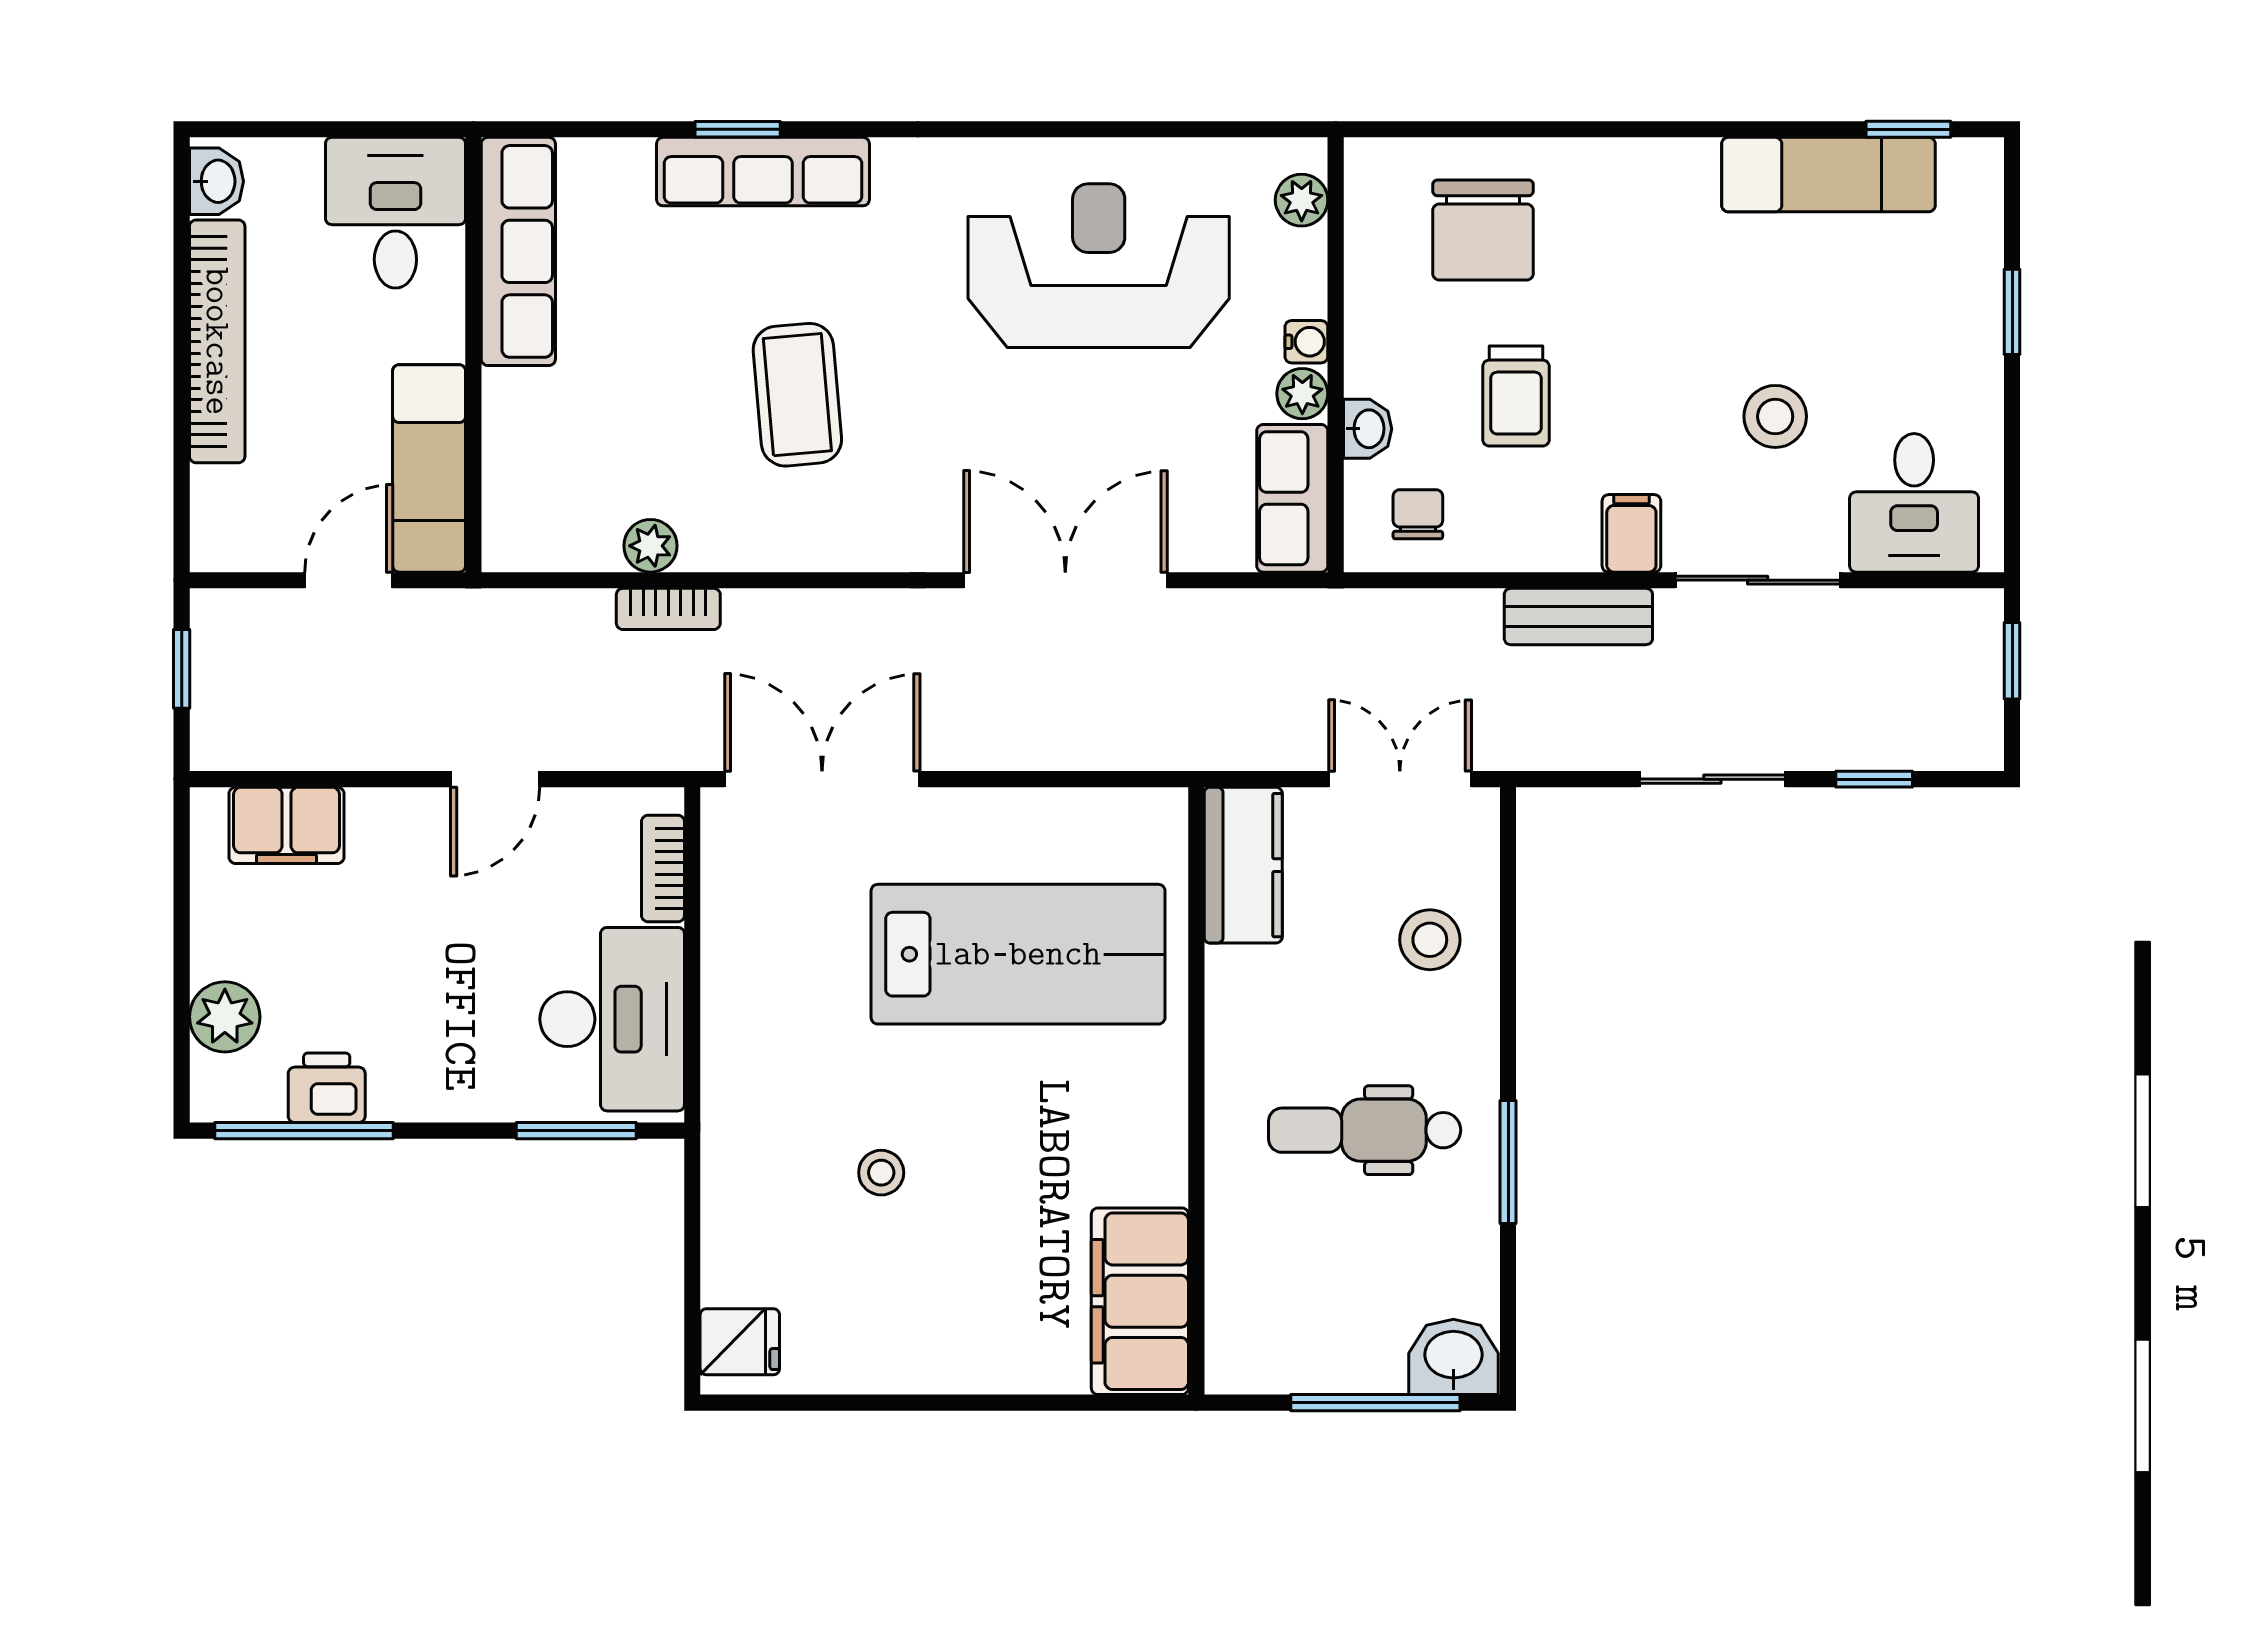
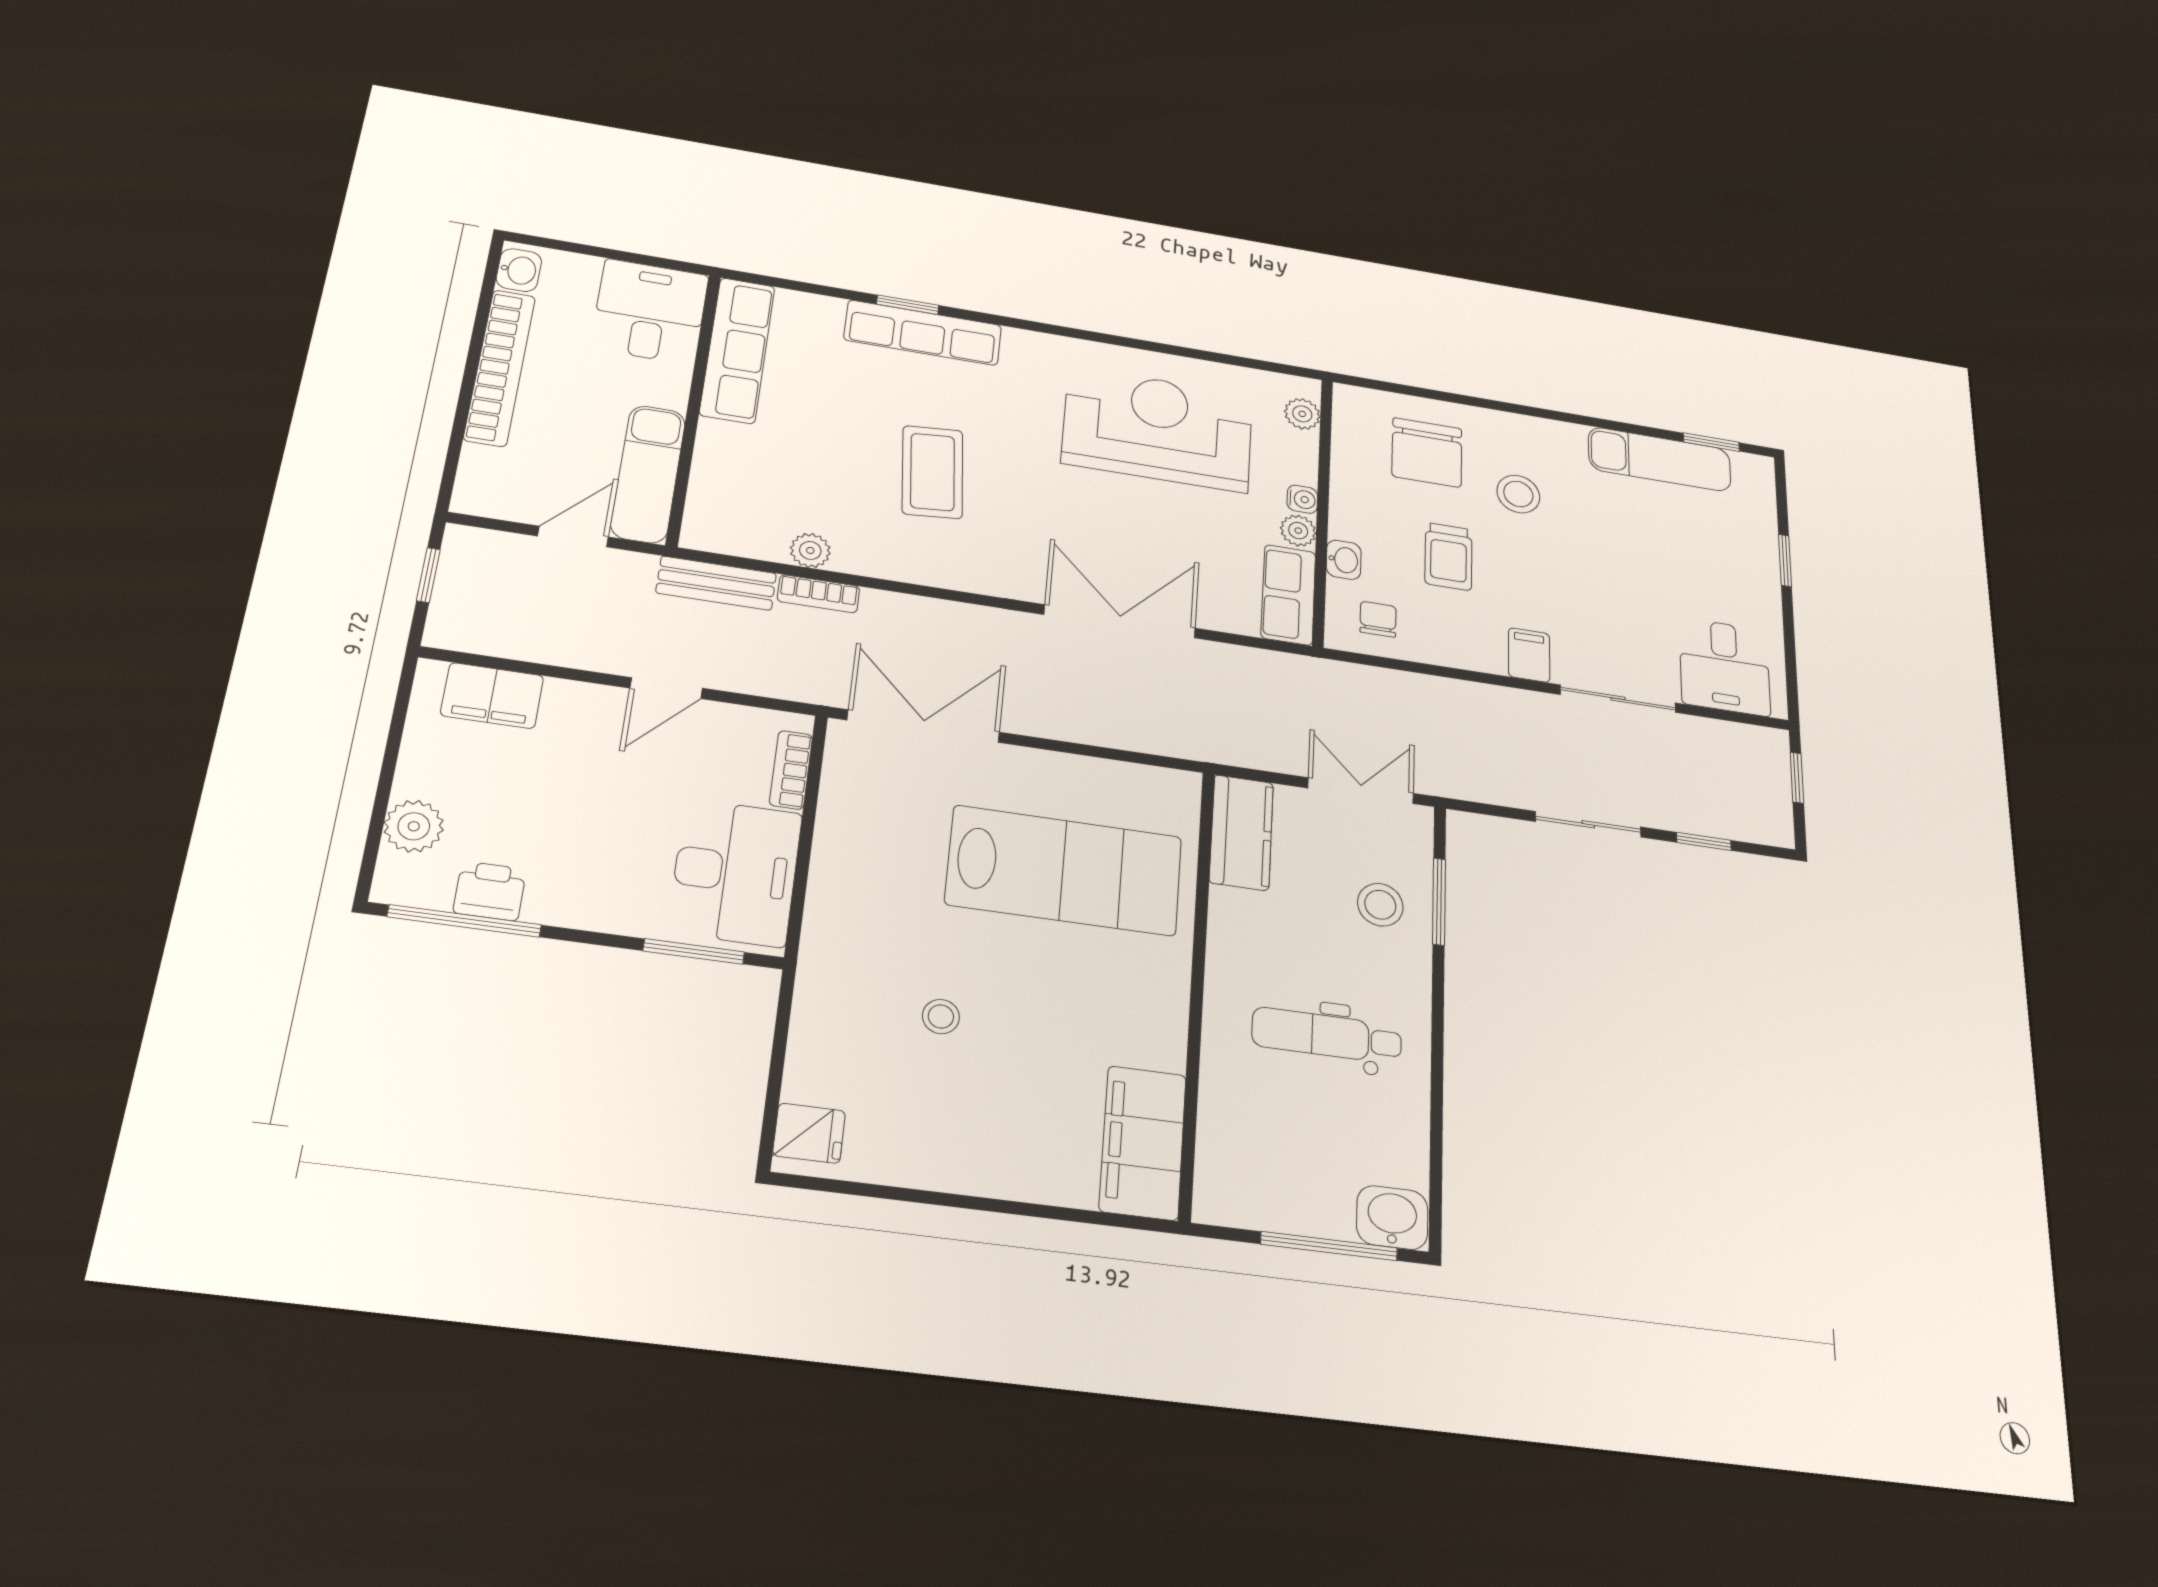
stool: (1775, 416) -> (1518, 494), moved
bench: (1578, 616) -> (716, 583), moved
window: (1508, 1162) -> (1439, 902), moved

